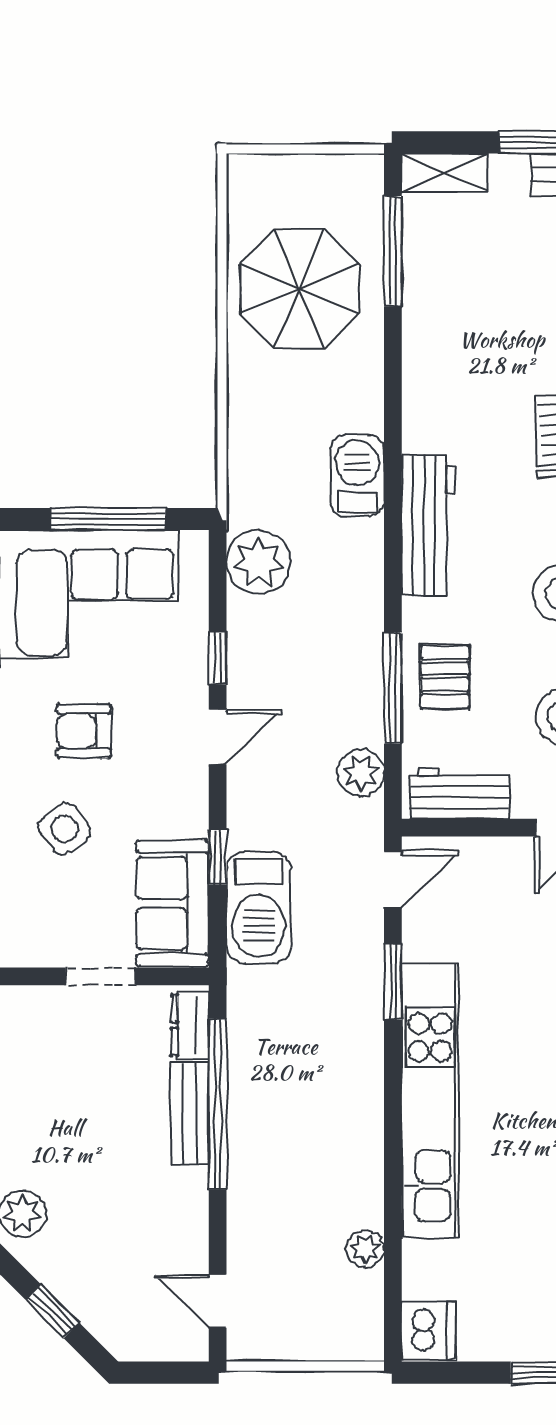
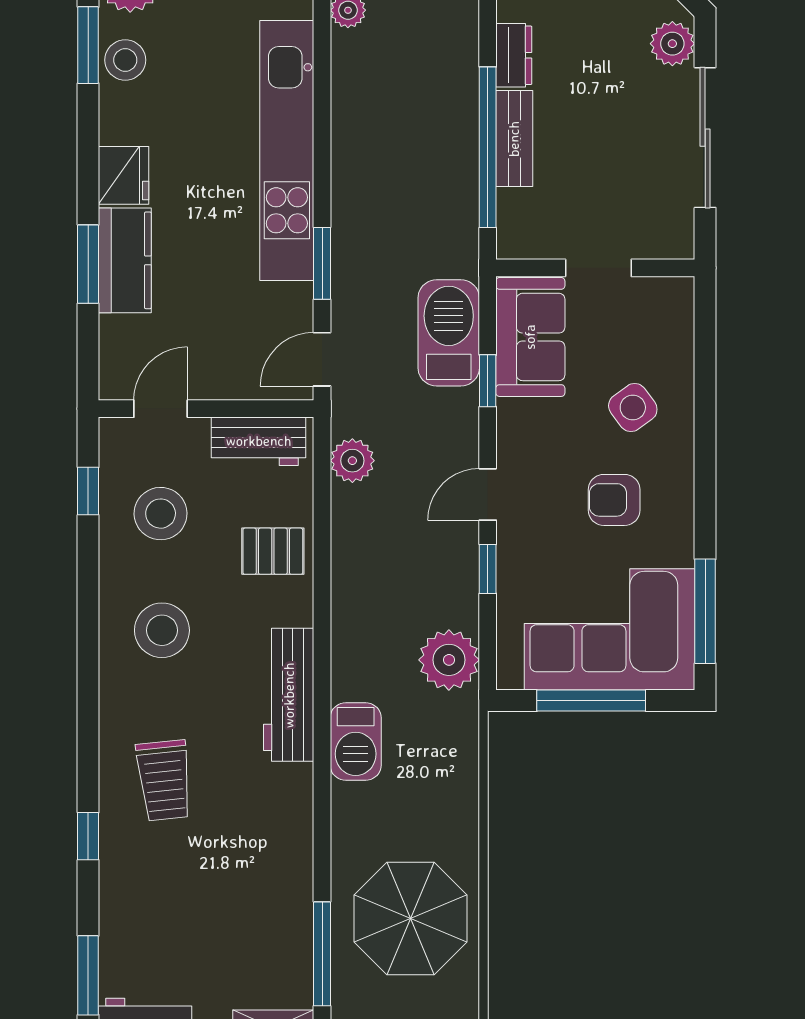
pallet: (445, 677) -> (273, 551), turned 90
window: (393, 688) -> (322, 541), removed
armchair: (84, 731) -> (614, 500), turned 180
dresser: (190, 1025) -> (514, 55), moved

